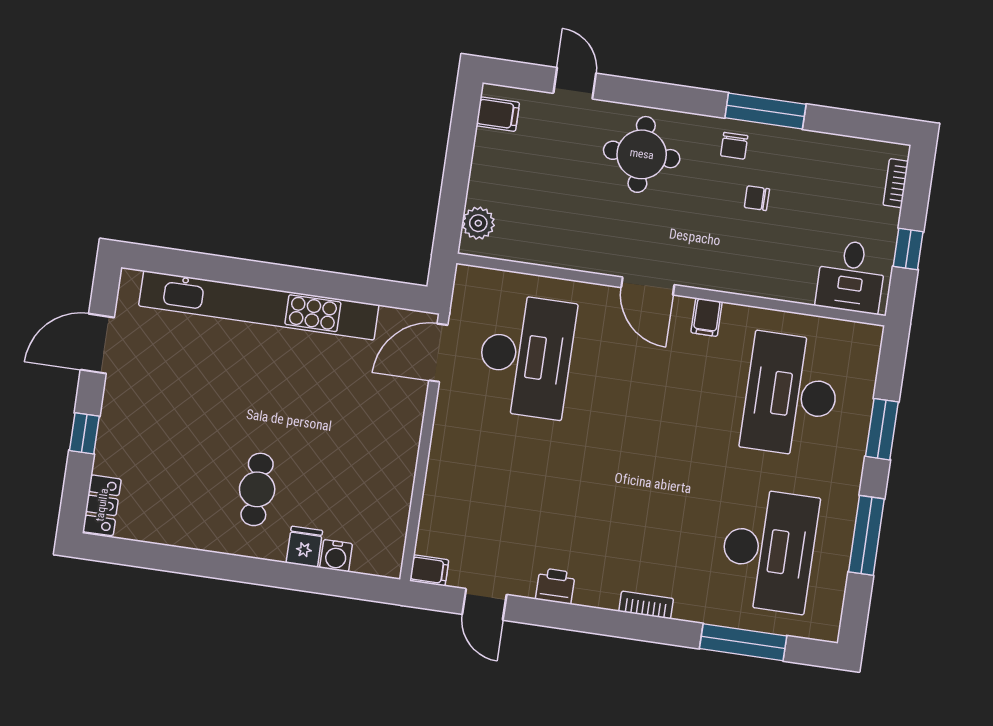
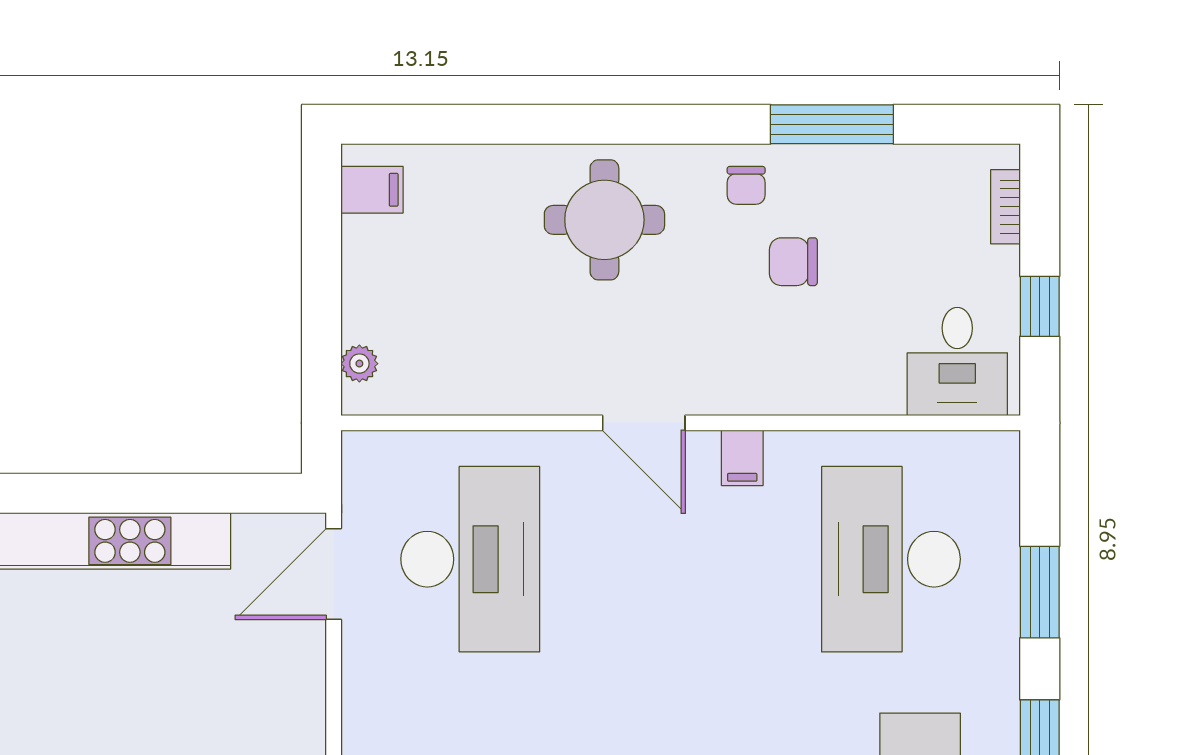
door: (575, 83) -> (484, 124), removed
window: (765, 111) -> (832, 124), moved
chair: (757, 198) -> (793, 262), width x1.37, depth x1.37
plant: (478, 223) -> (359, 364), width x0.73, depth x0.73

